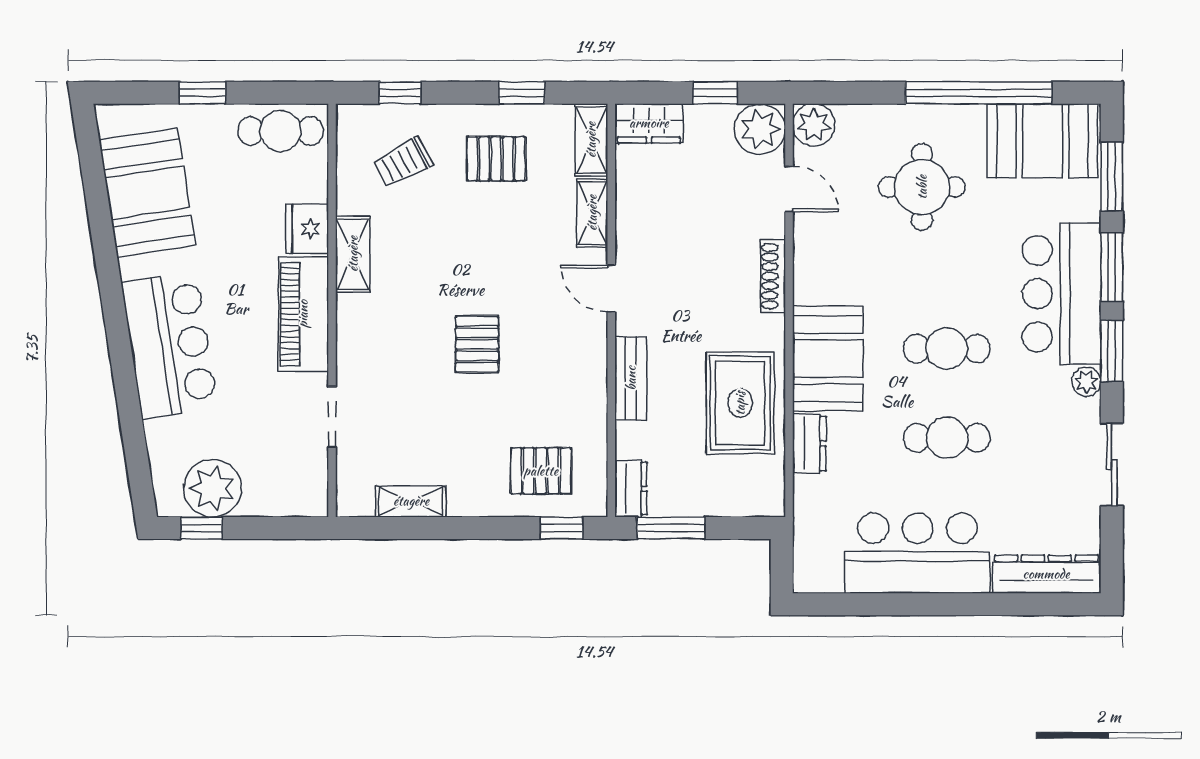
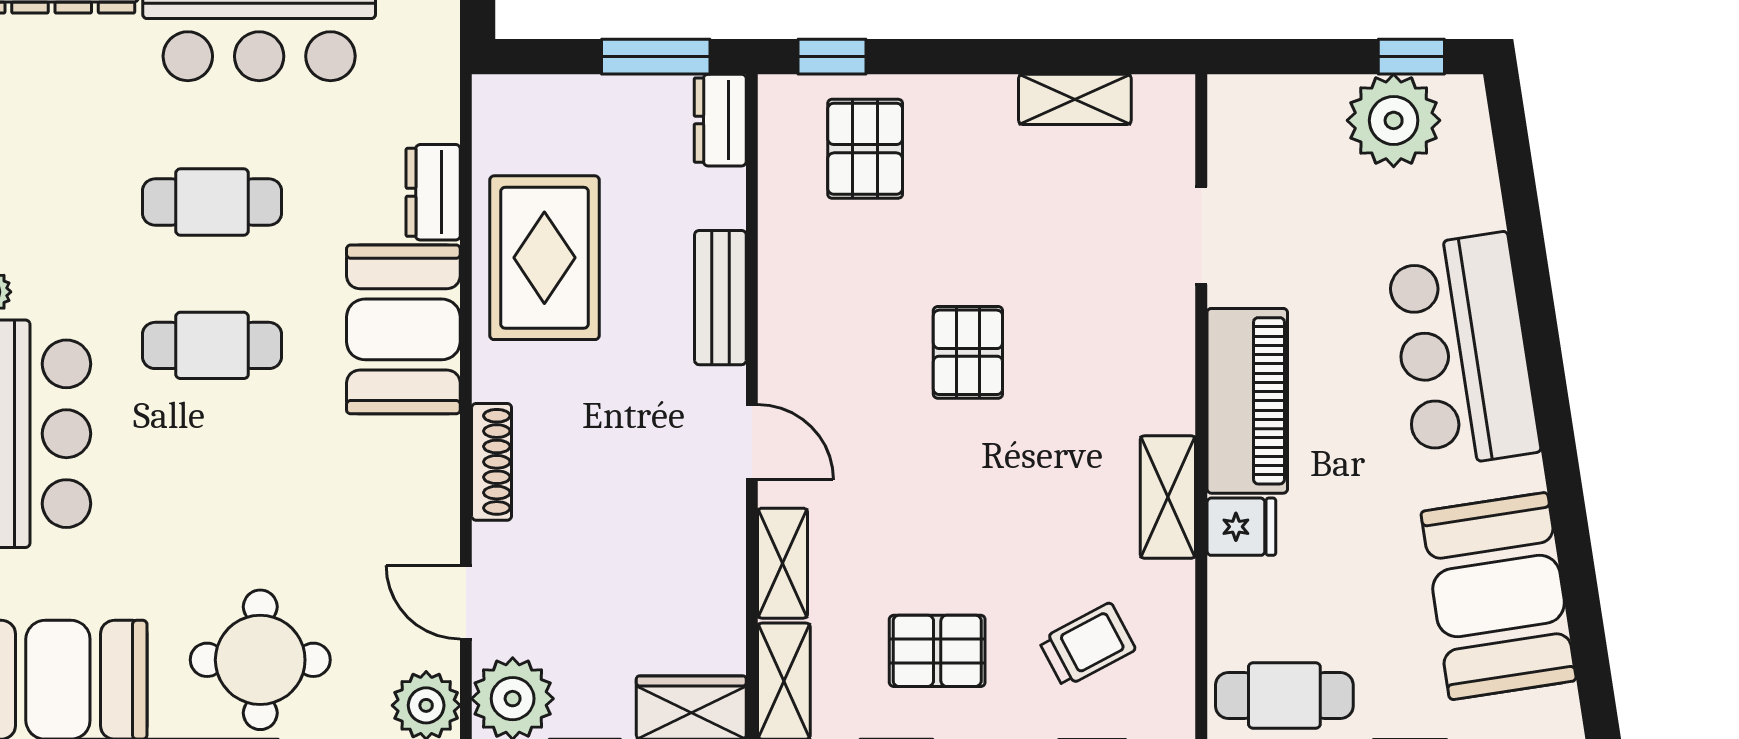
round table: (922, 187) -> (260, 660), moved
fridge: (307, 229) -> (1241, 527), width x0.72
pallet: (541, 471) -> (865, 149), turned 90

